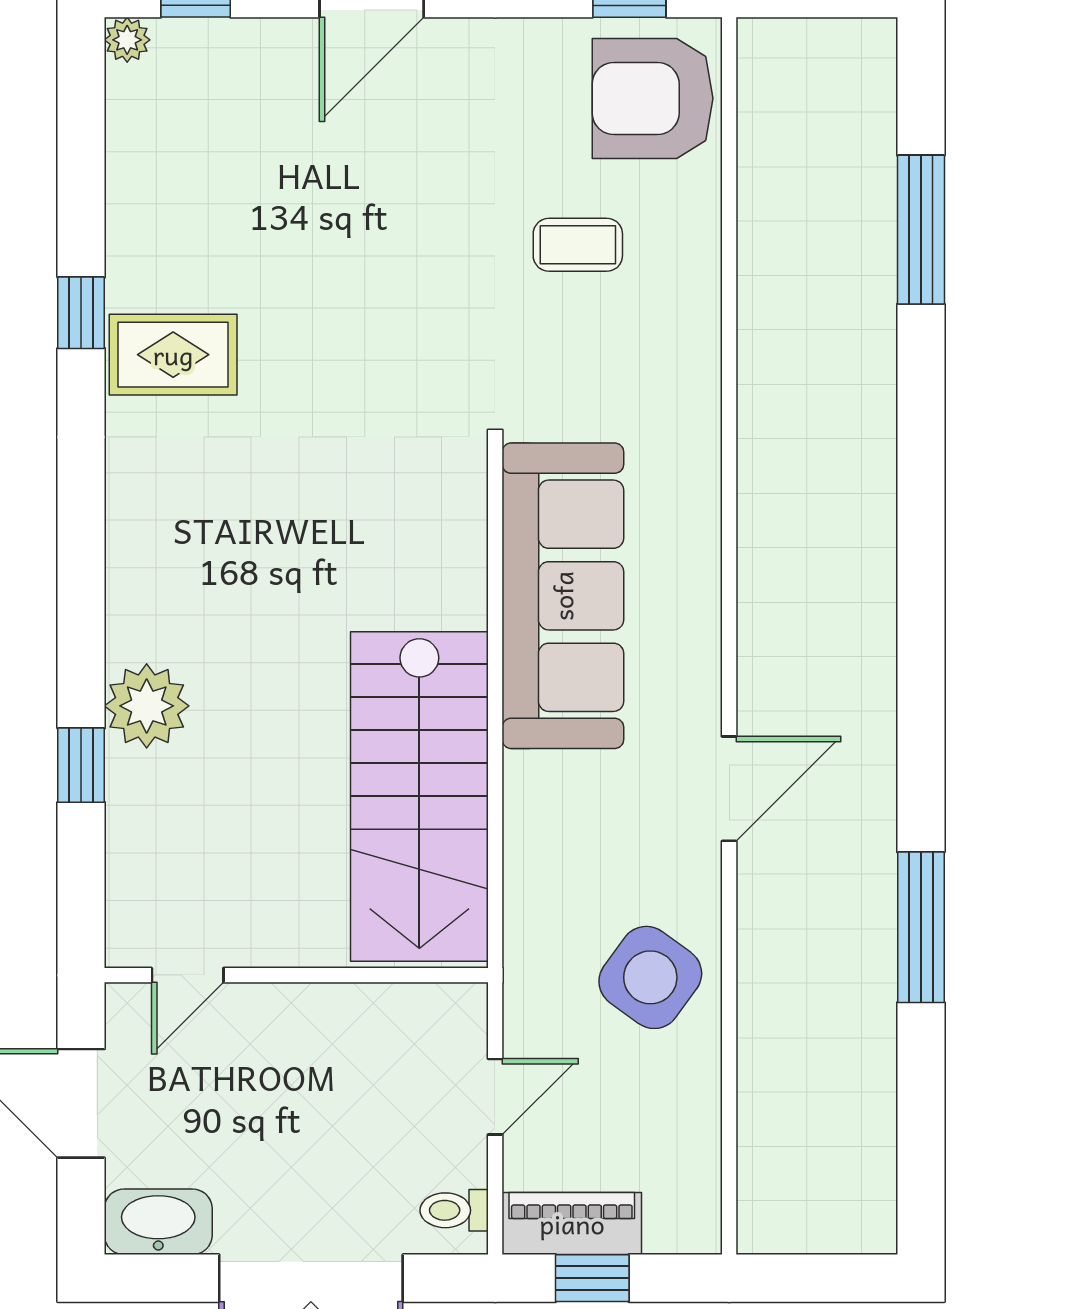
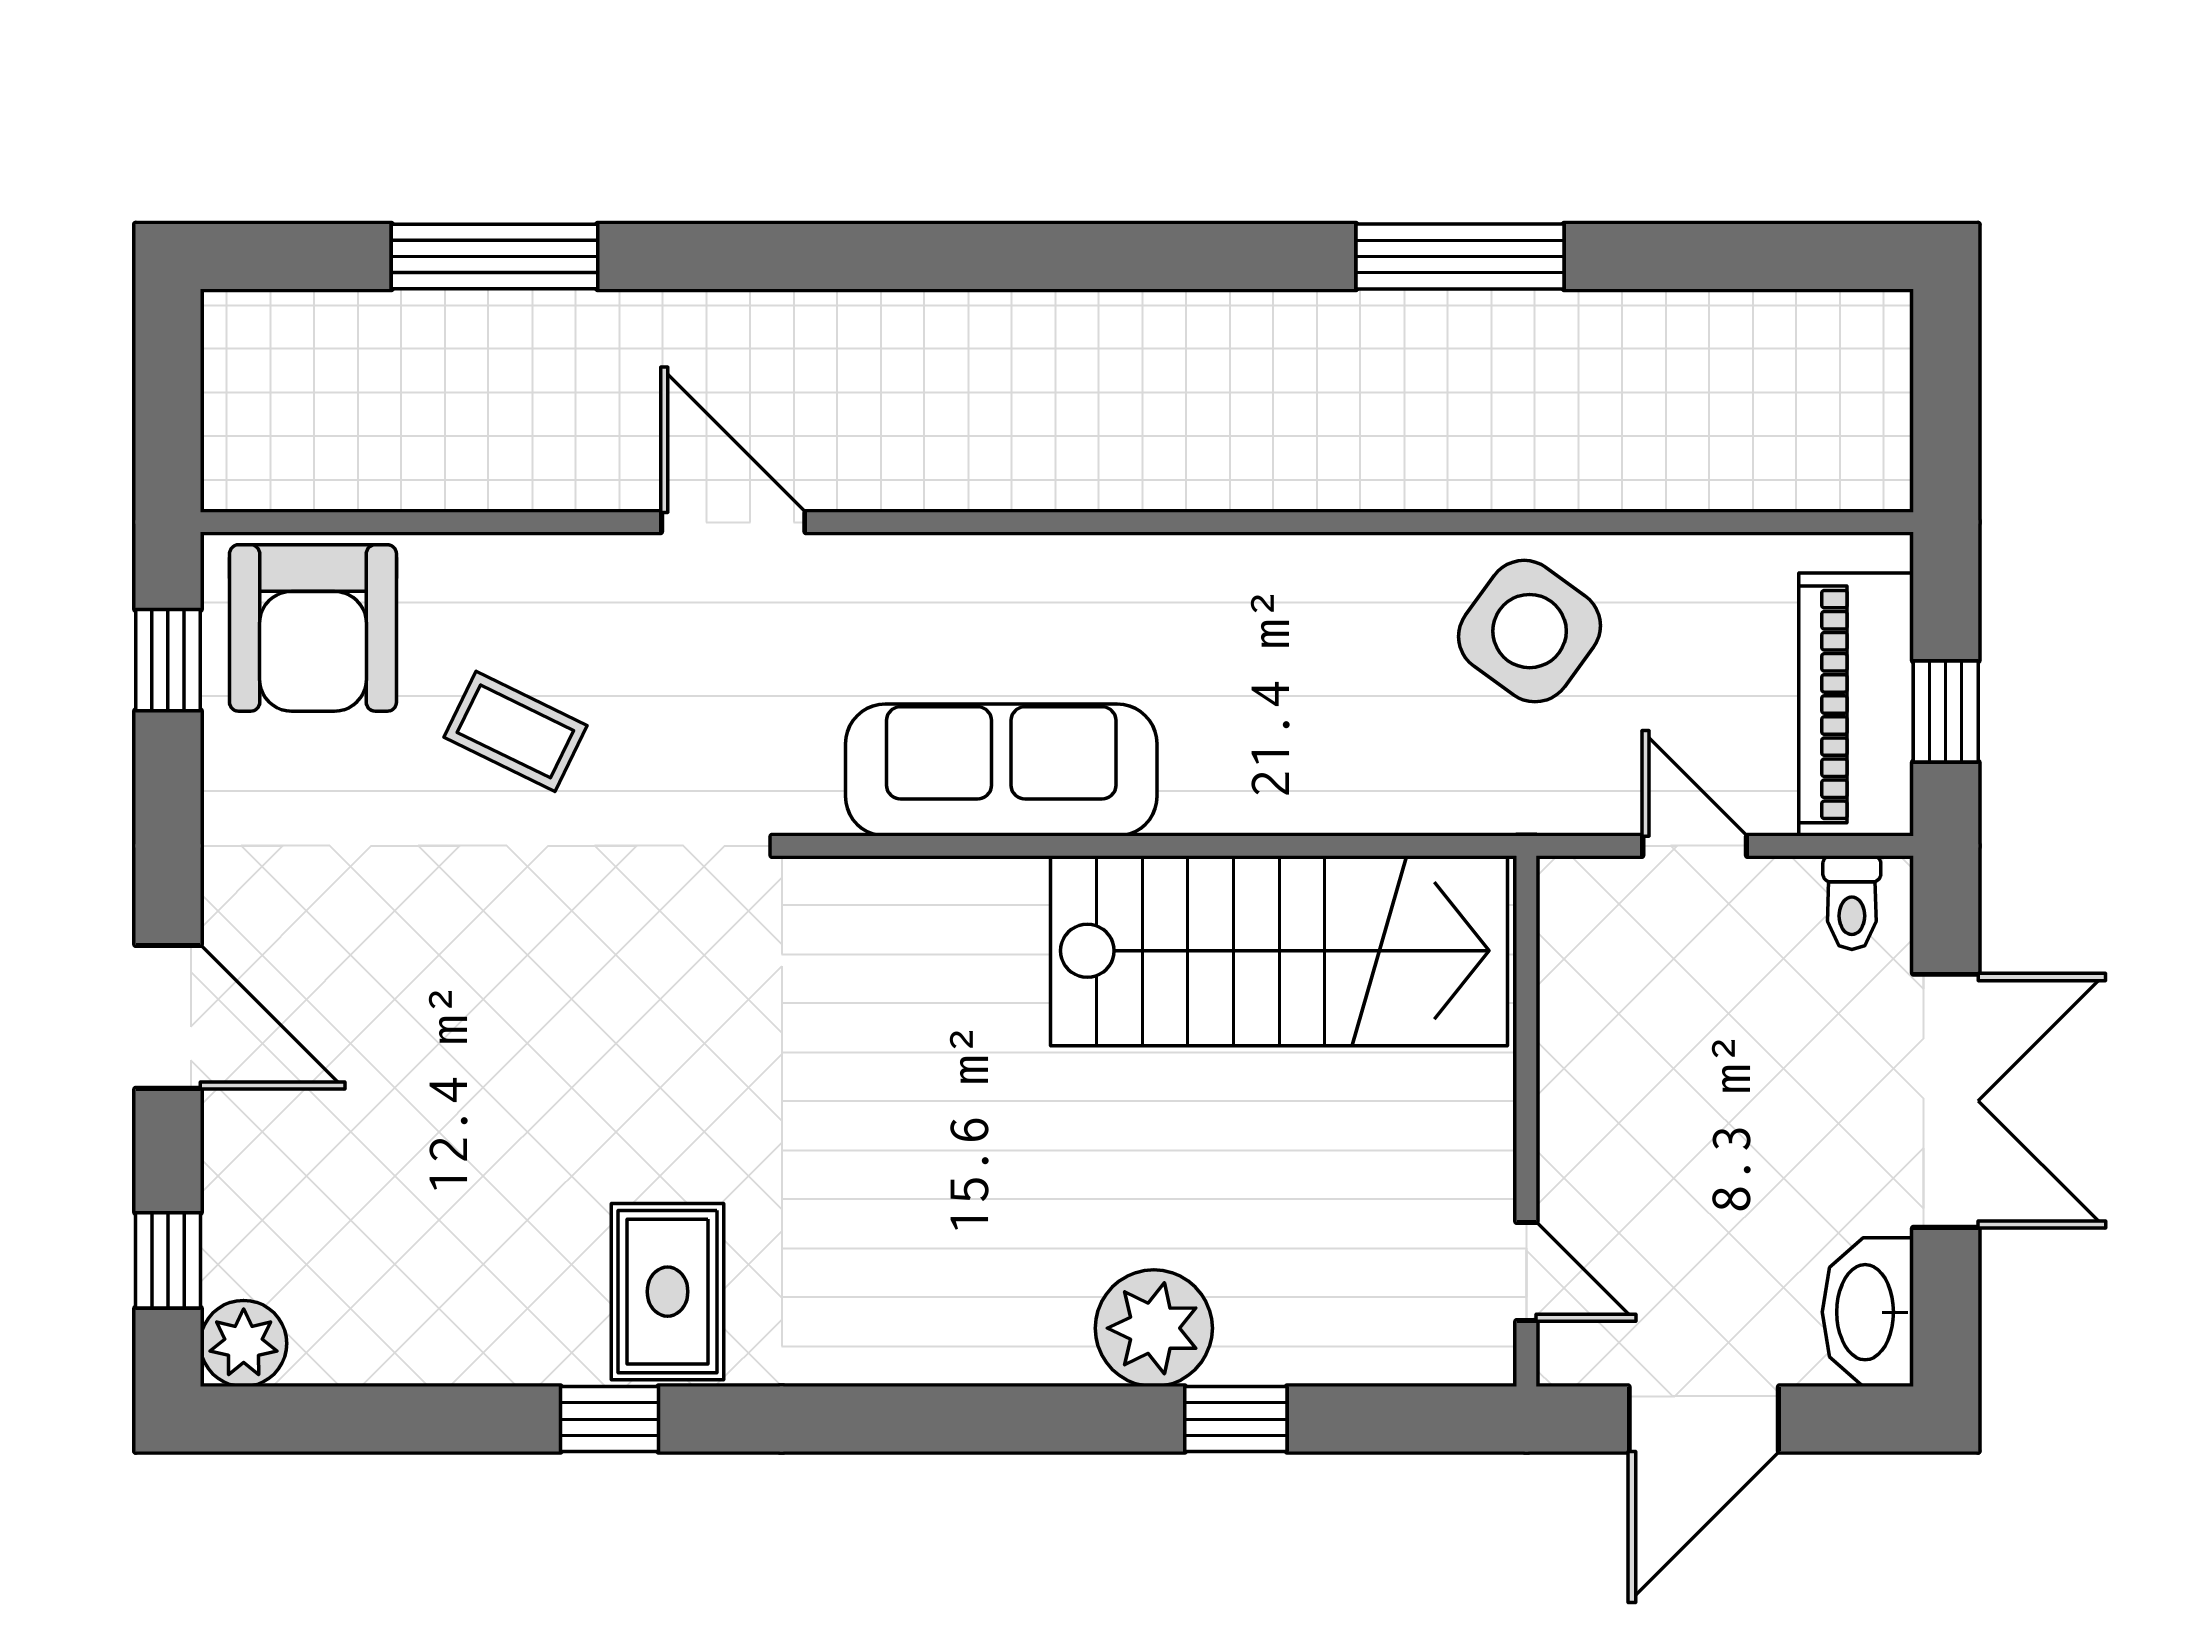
plant: (127, 40) -> (244, 1343), width x1.38, depth x1.38
coffee table: (578, 245) -> (515, 731), turned -64
sofa: (563, 596) -> (1001, 770), width x0.74, depth x0.79
door: (729, 789) -> (733, 522), moved
piano: (572, 1224) -> (1856, 704), width x1.37, depth x1.33

